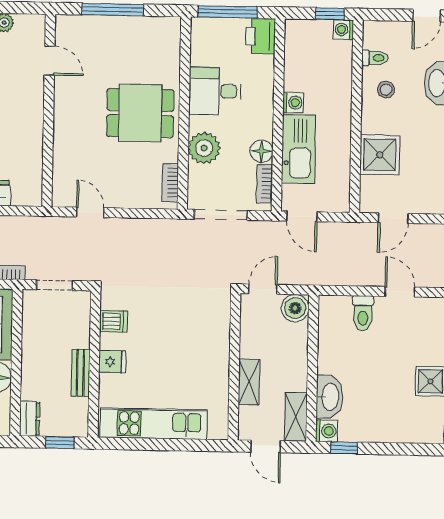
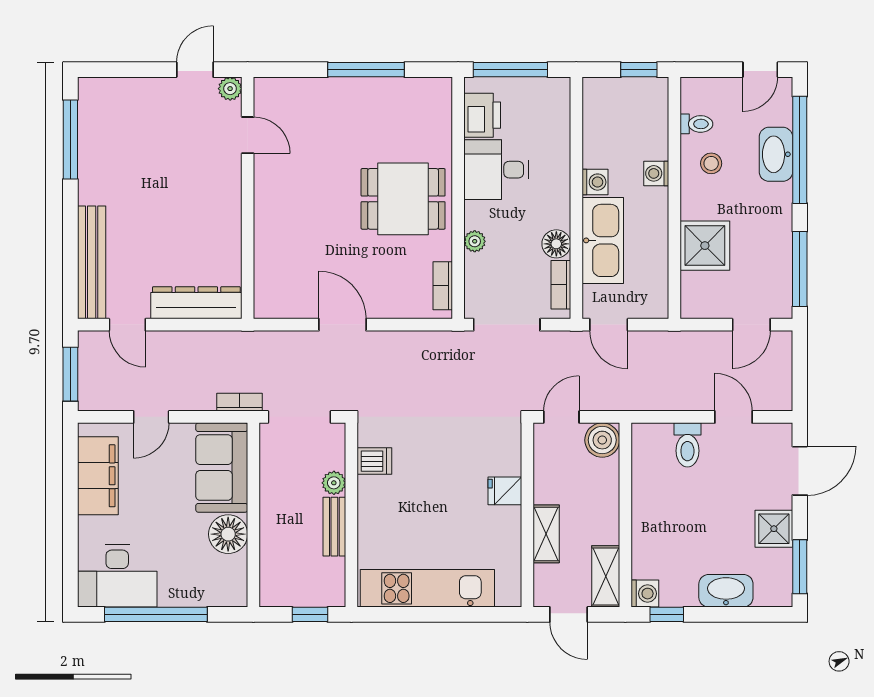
washing machine: (343, 30) -> (656, 173), moved
printer: (261, 36) -> (482, 115), moved, turned 180
door: (50, 61) -> (248, 135), moved
wall: (49, 111) -> (248, 198), moved
plant: (204, 148) -> (475, 241), width x0.53, depth x0.53
door: (90, 212) -> (342, 325), width x1.37
door: (393, 218) -> (751, 325), moved
doorway: (54, 285) -> (299, 417), width x1.38
plant: (81, 338) -> (334, 483), added
fridge: (112, 362) -> (505, 491), moved, turned 180
washbasin: (330, 397) -> (726, 591), moved, turned -90
dresser: (30, 419) -> (272, 585), removed

